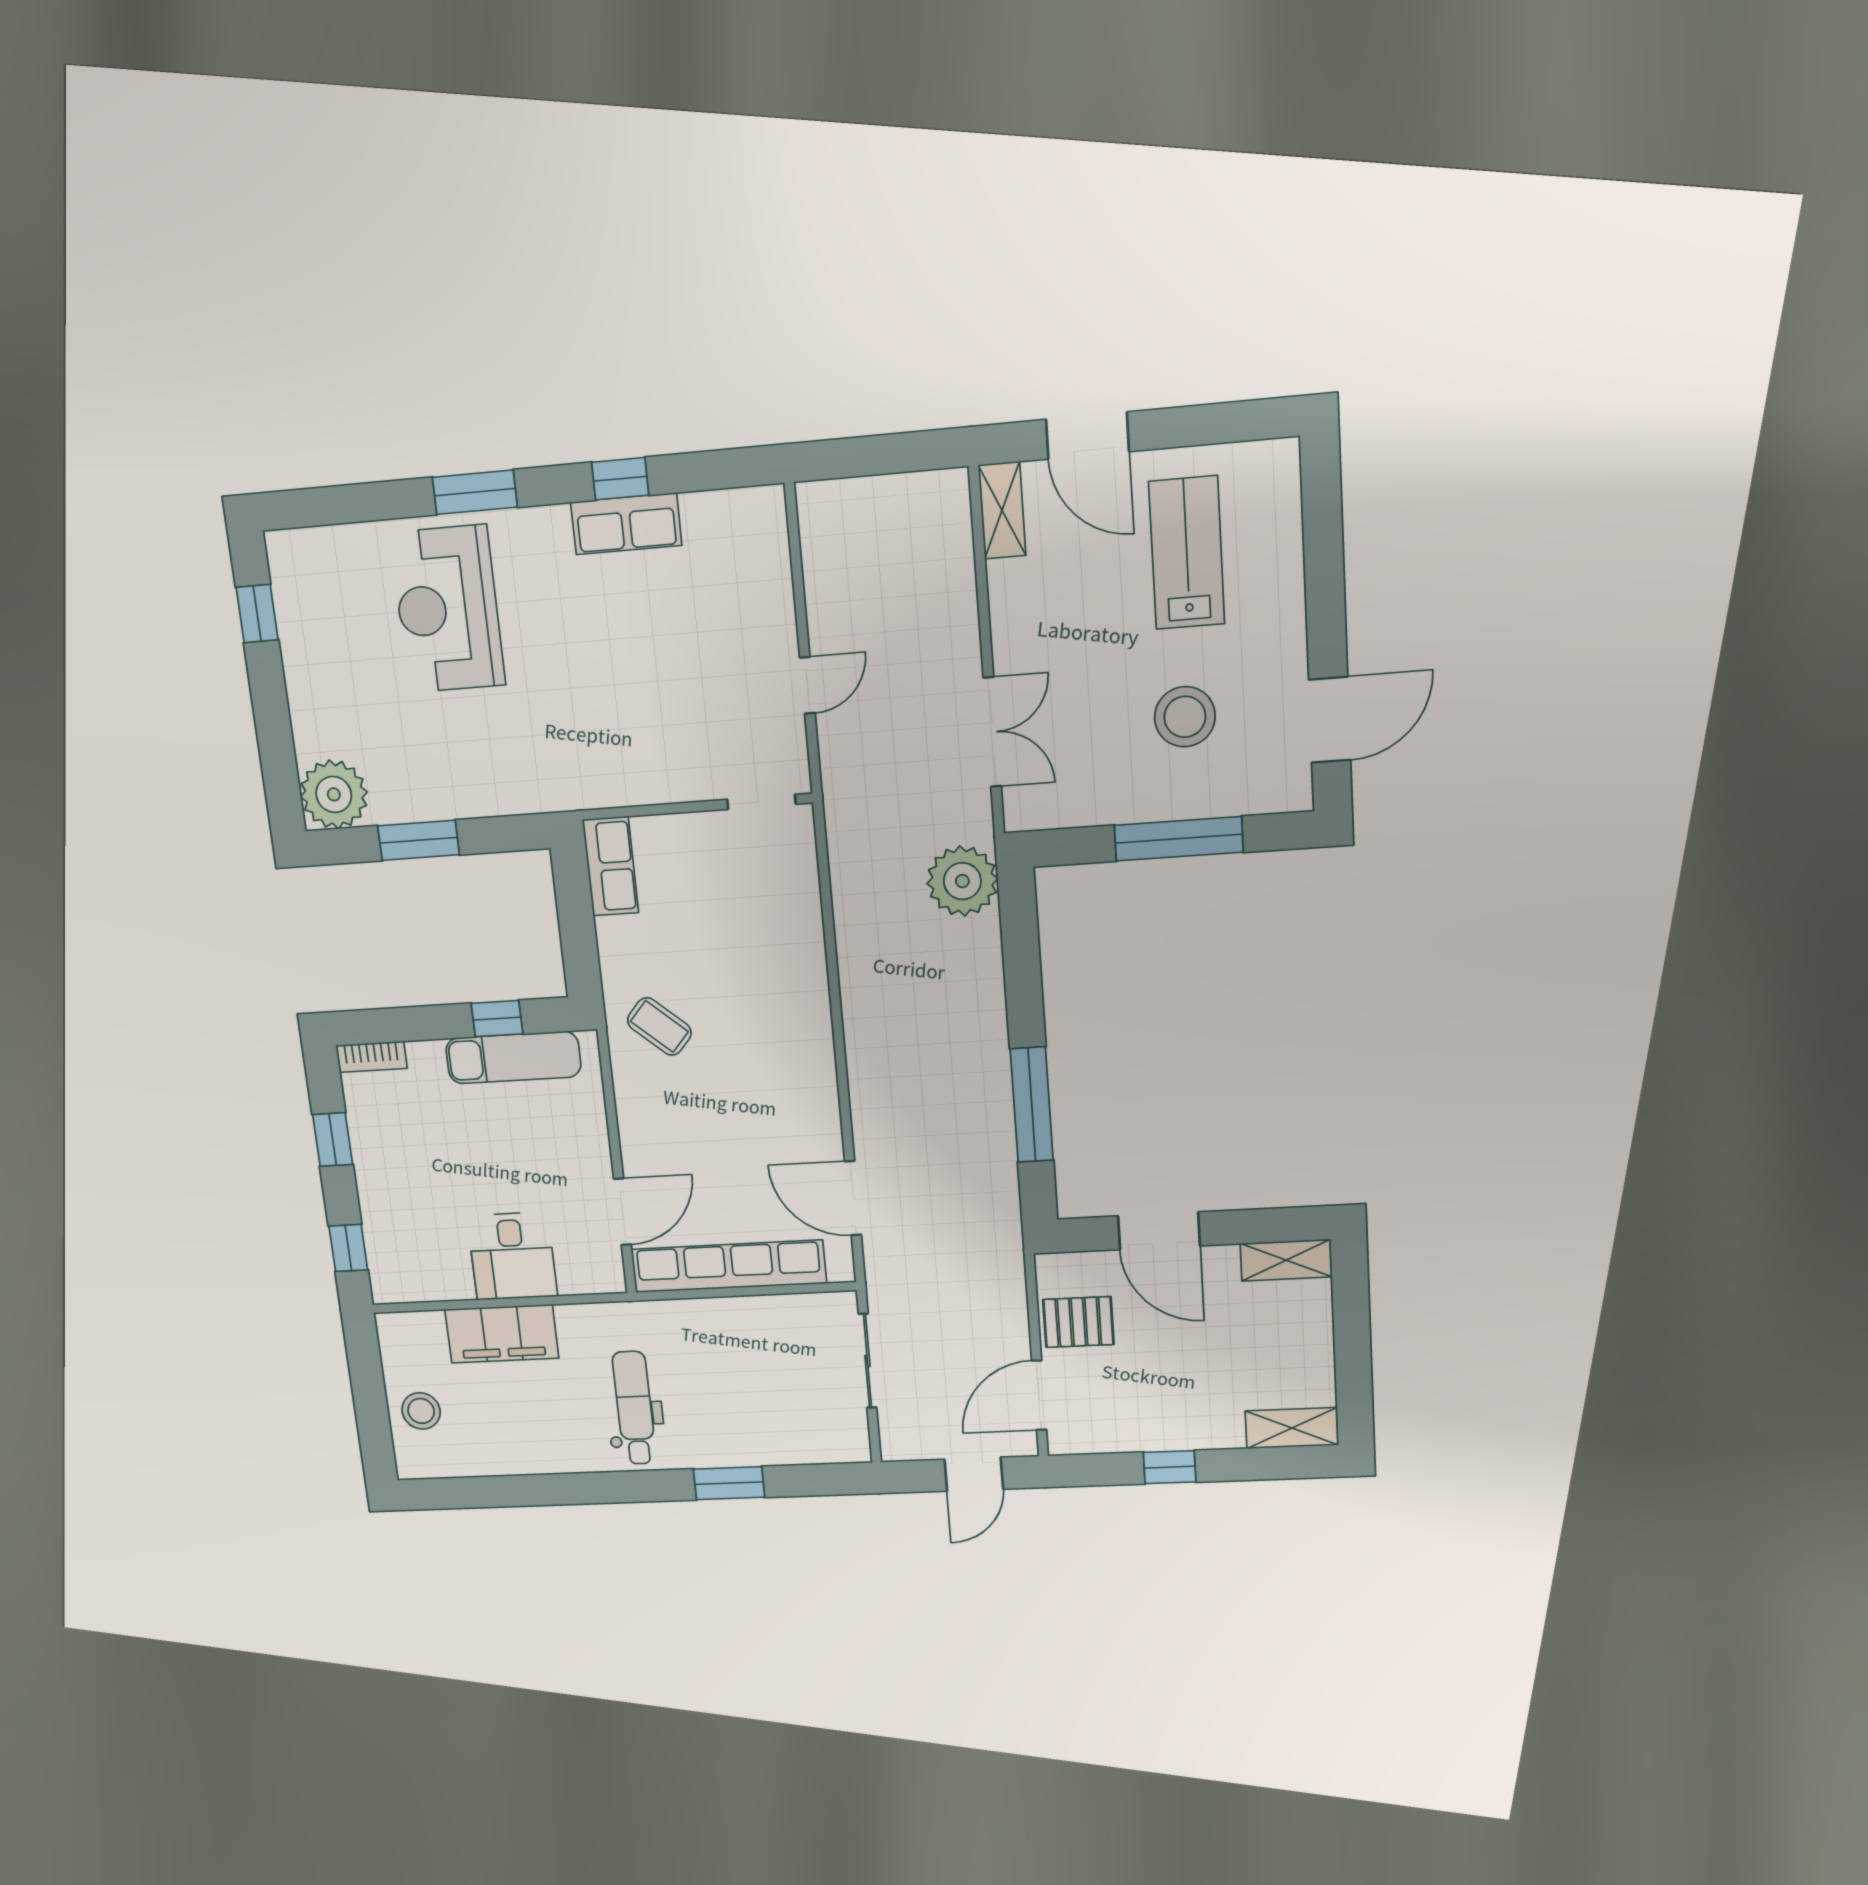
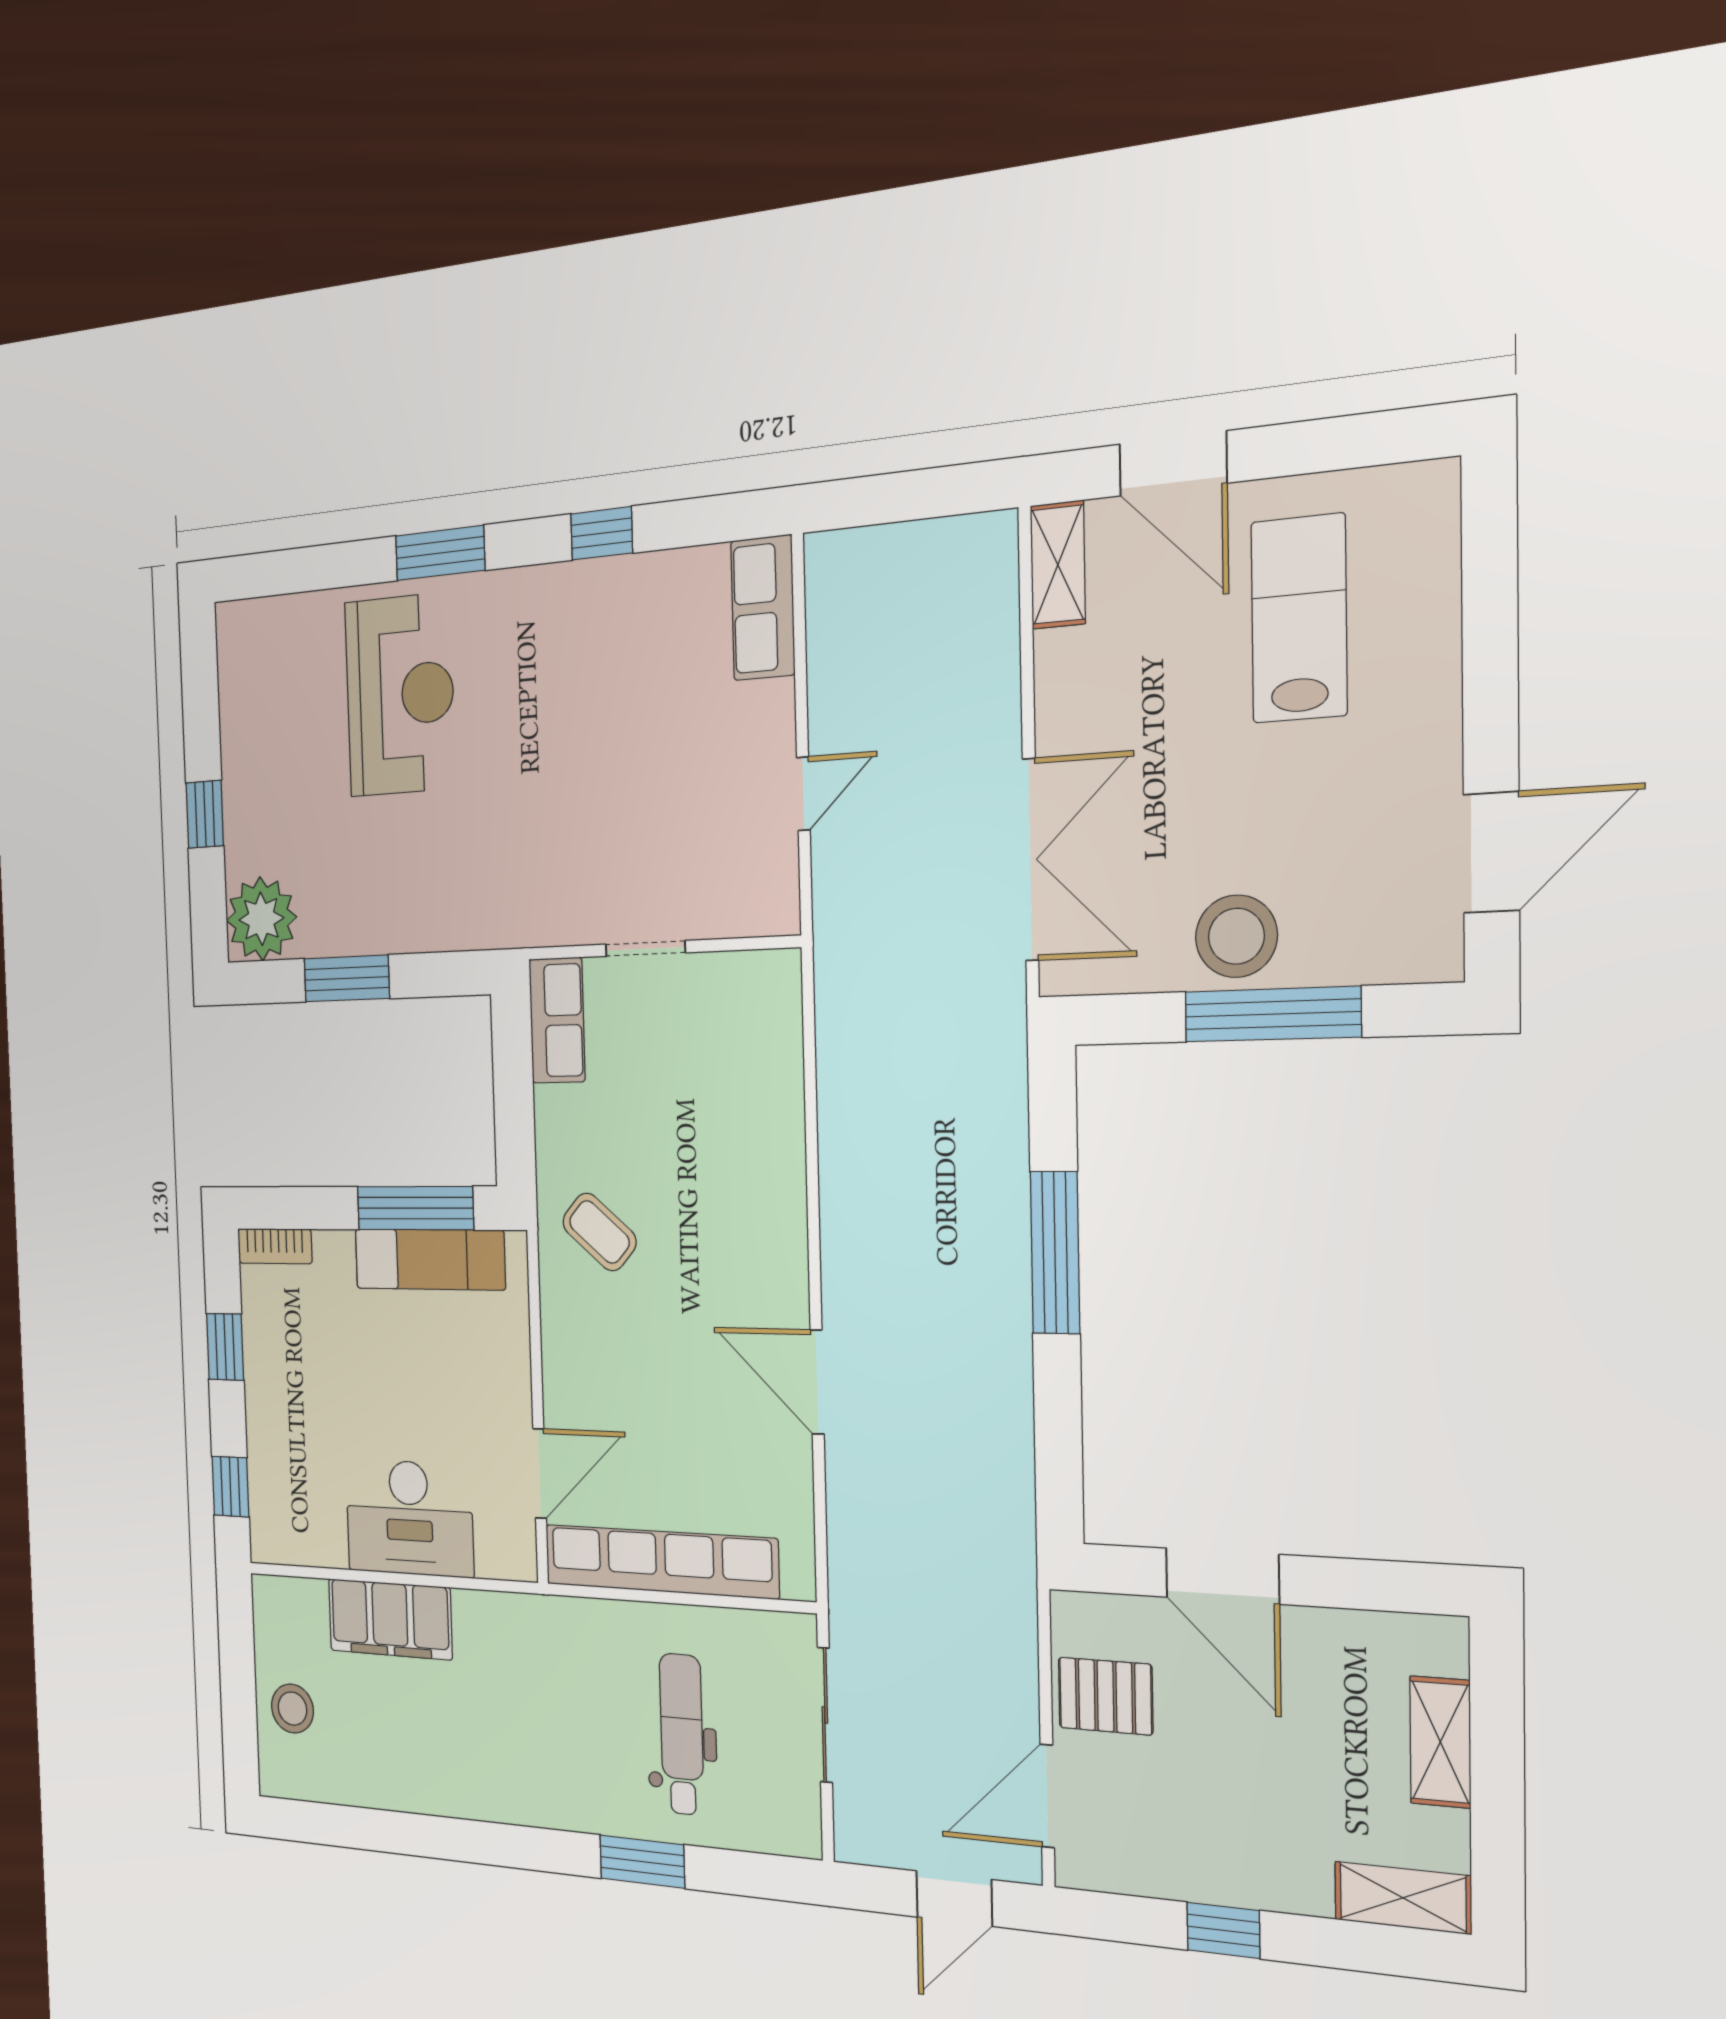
row of seats: (626, 524) -> (763, 608), moved, turned 90
reception desk: (448, 609) -> (400, 695), turned 180
window: (257, 614) -> (205, 814), moved
stool: (1185, 717) -> (1236, 936), moved
double door: (992, 732) -> (1031, 860), width x1.37
doorway: (761, 802) -> (645, 949), moved
plant: (962, 881) -> (982, 1060), removed
window: (497, 1019) -> (415, 1208), width x2.17
window: (1032, 1105) -> (1055, 1253), moved
door: (853, 1198) -> (817, 1382), moved
desk: (512, 1256) -> (409, 1518), width x1.37
shelving: (1286, 1260) -> (1440, 1742), moved, turned 90
dental chair: (634, 1408) -> (682, 1734), moved

